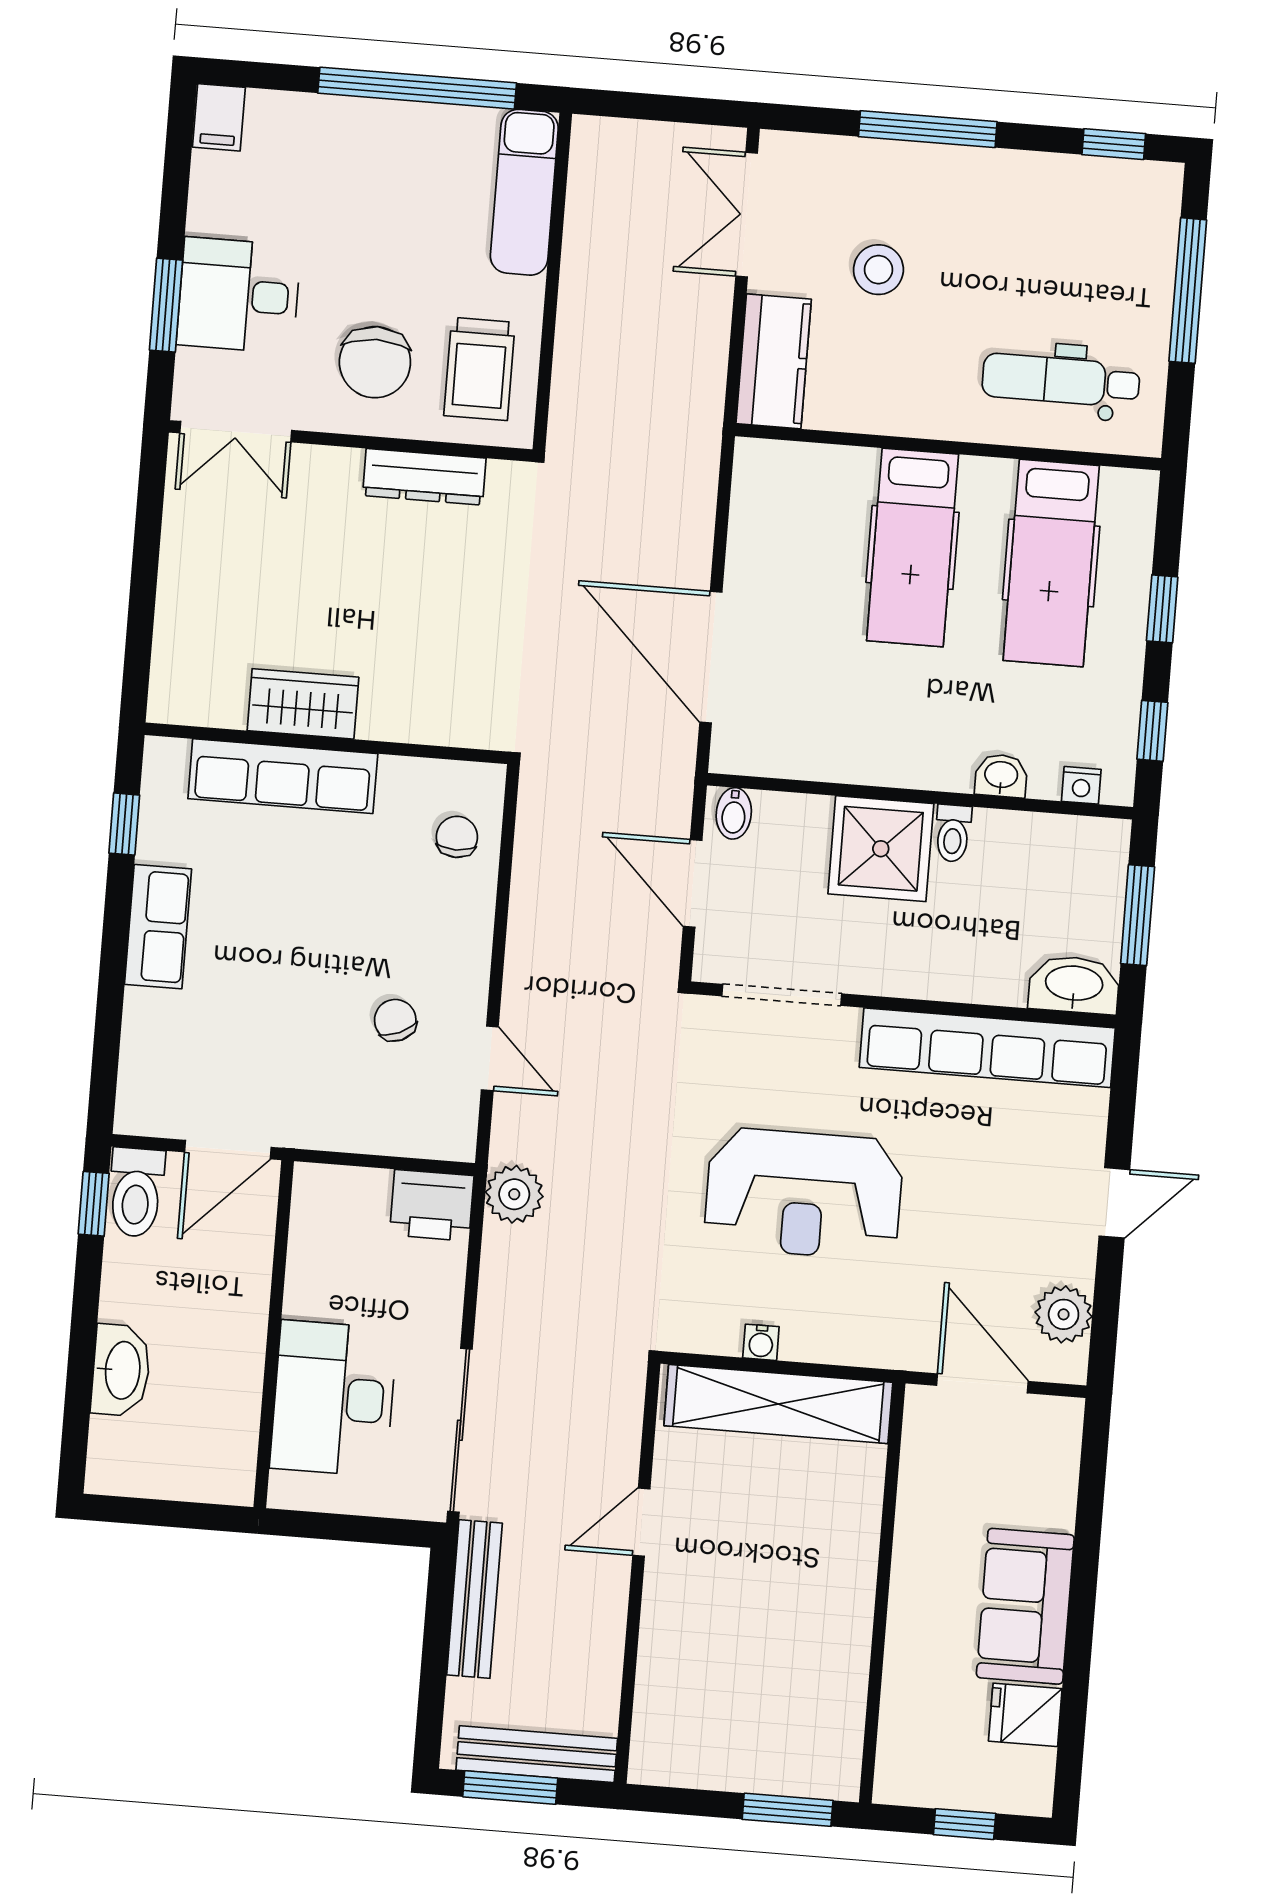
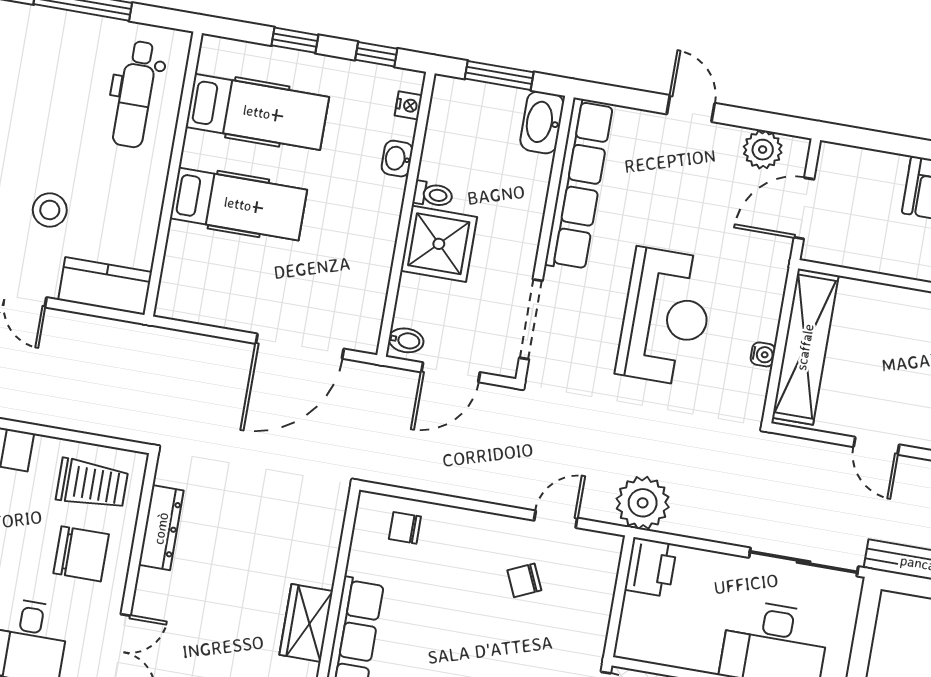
plant: (514, 1194) -> (643, 503), width x1.36, depth x1.36

